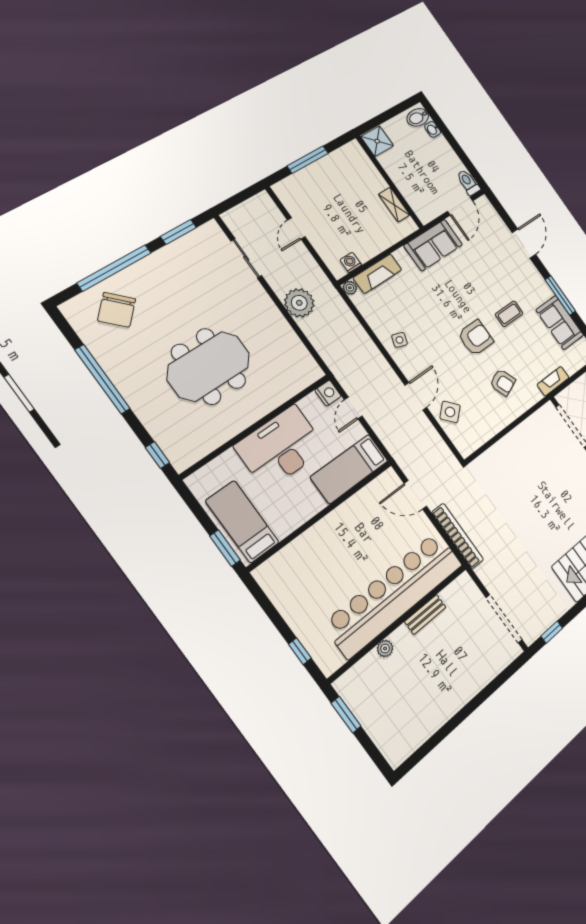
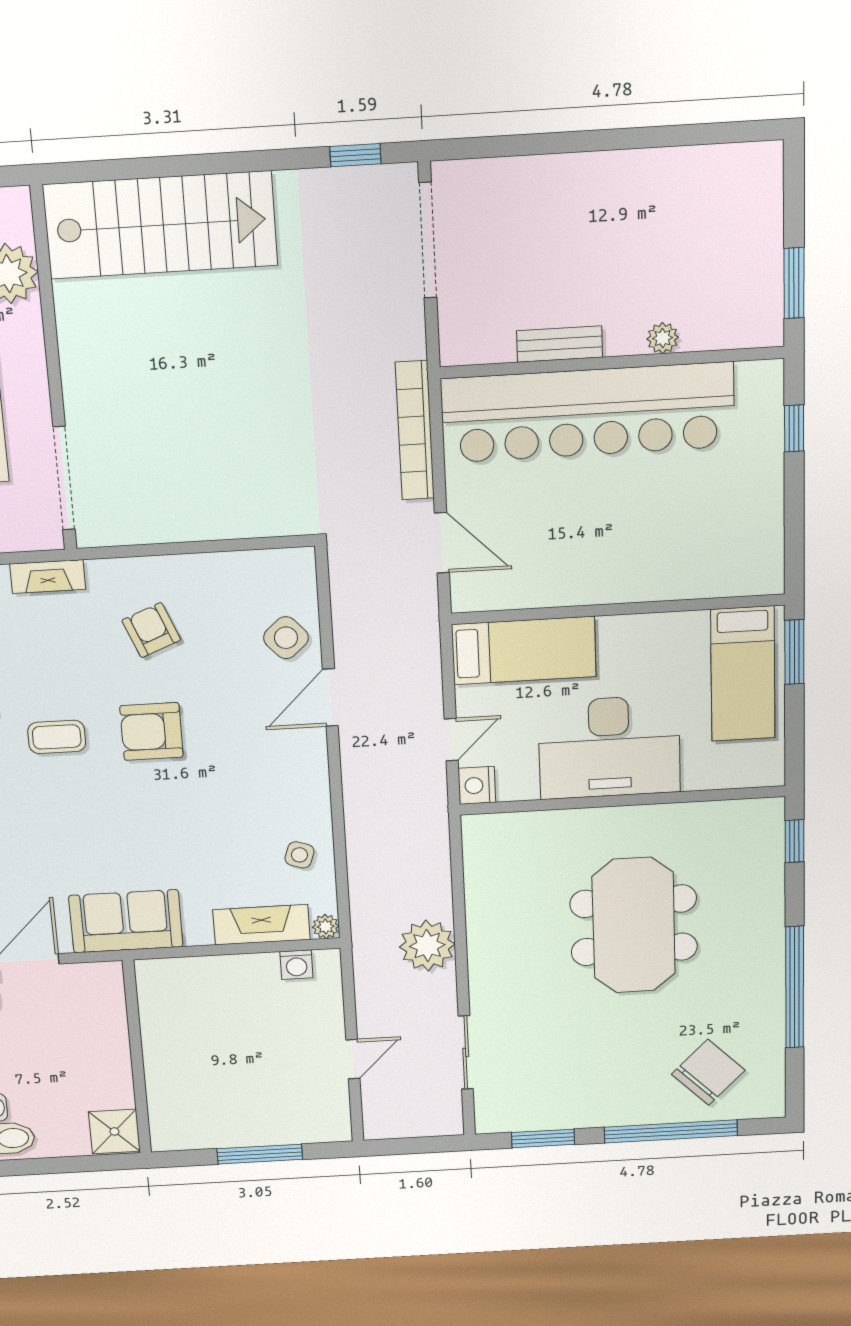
shelving: (394, 205) -> (154, 1019), removed
side table: (399, 340) -> (299, 855), moved
meeting table: (209, 366) -> (634, 925), turned 90

